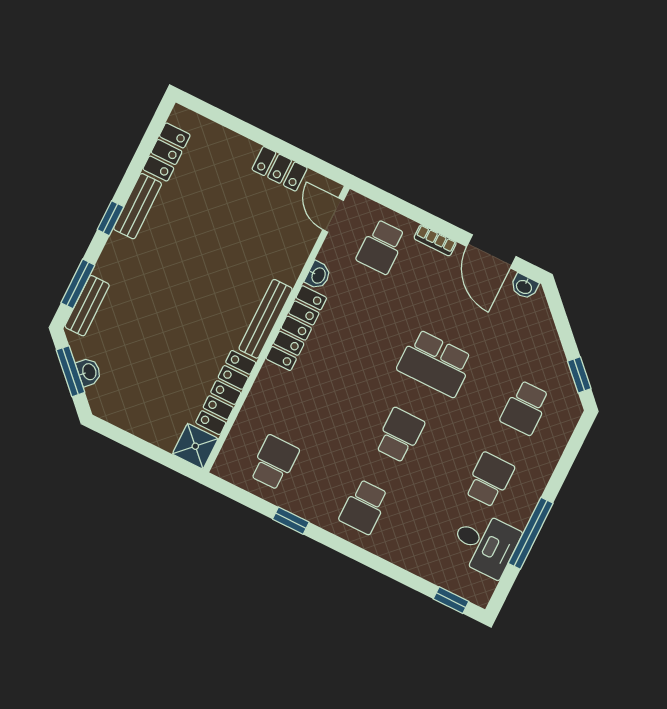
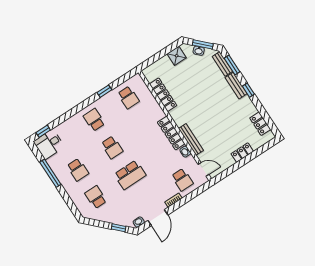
locker: (280, 169) -> (242, 153), moved
bench: (138, 206) -> (236, 86), moved
school desk: (381, 247) -> (182, 180), turned 180
door: (491, 251) -> (158, 218), swing flipped
bench: (266, 319) -> (191, 139), moved
school desk: (435, 363) -> (130, 175), turned 180
window: (579, 375) -> (119, 228), moved
shower: (195, 446) -> (177, 56), moved
desk: (485, 544) -> (49, 144), moved

